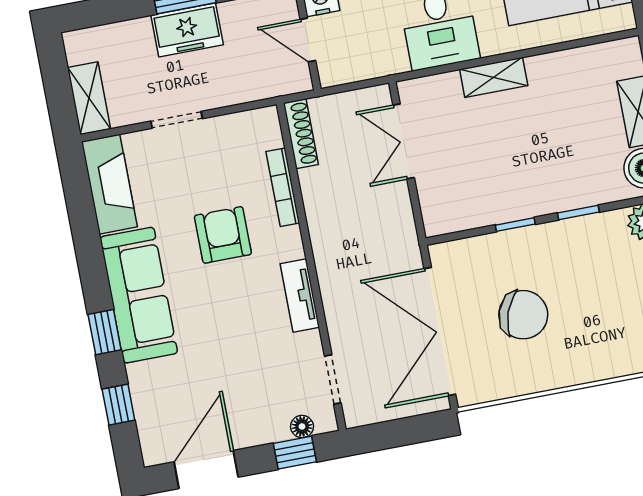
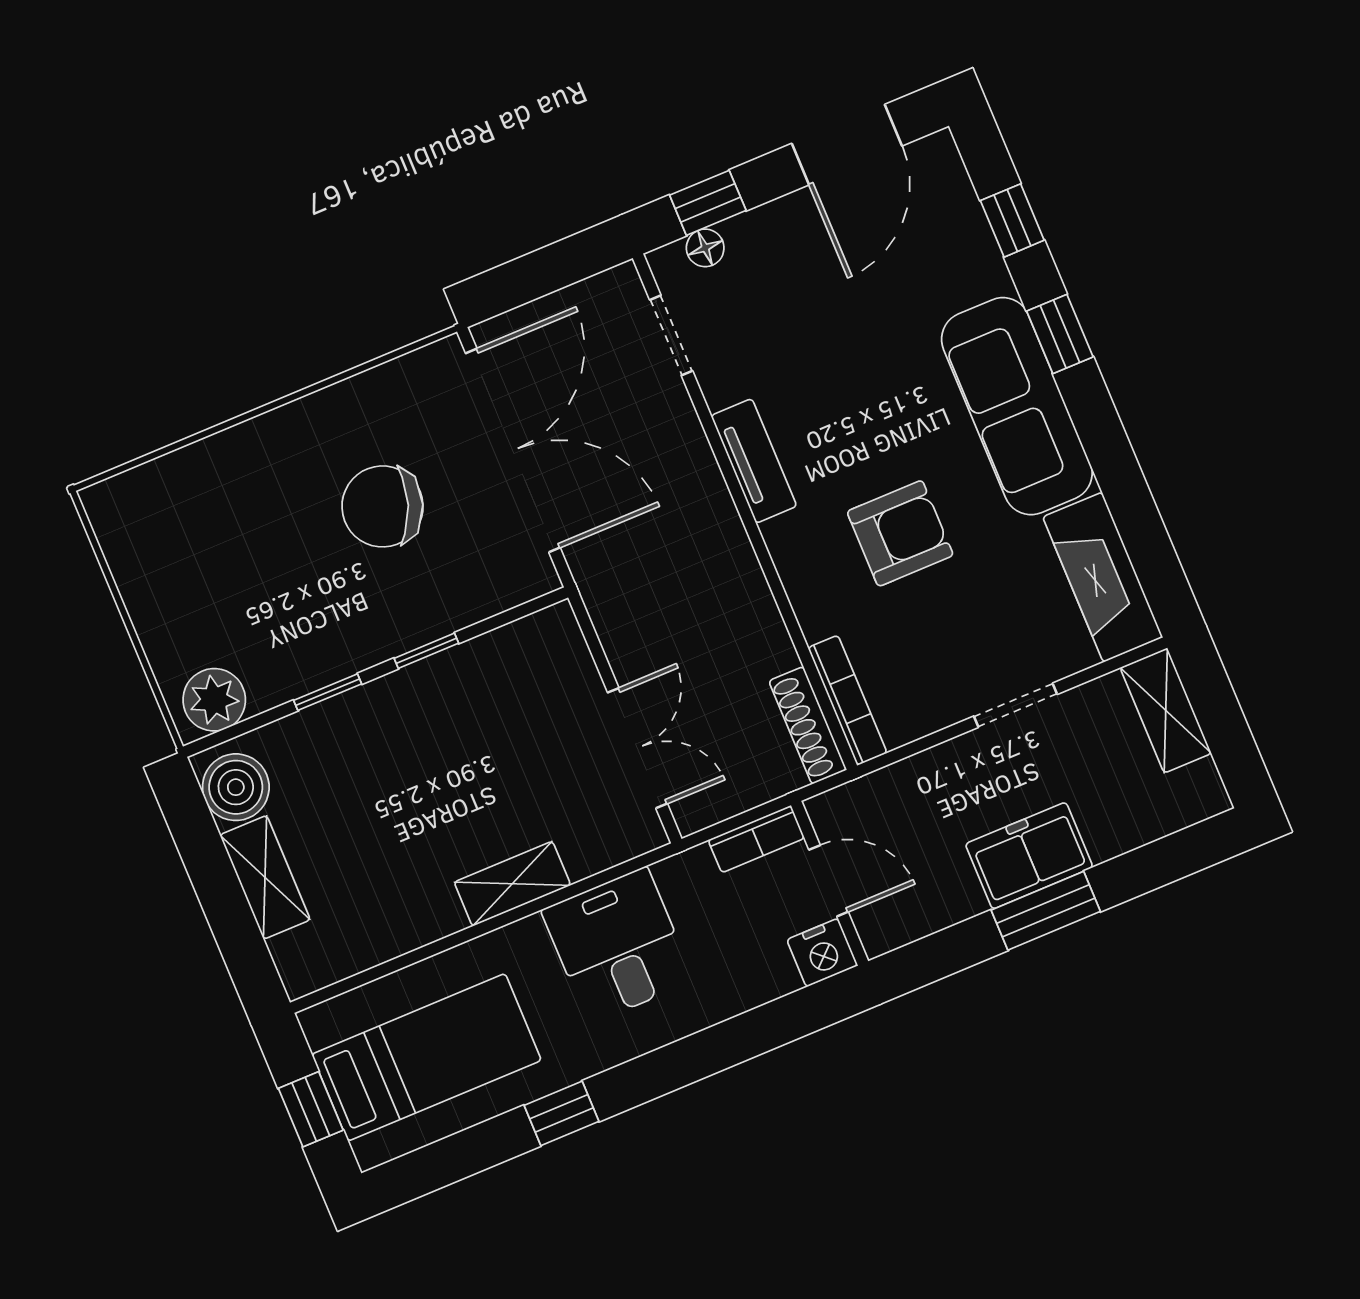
bookcase: (345, 73) -> (756, 839), added
bookcase: (283, 187) -> (847, 700), moved
armchair: (223, 235) -> (900, 533), turned -90

